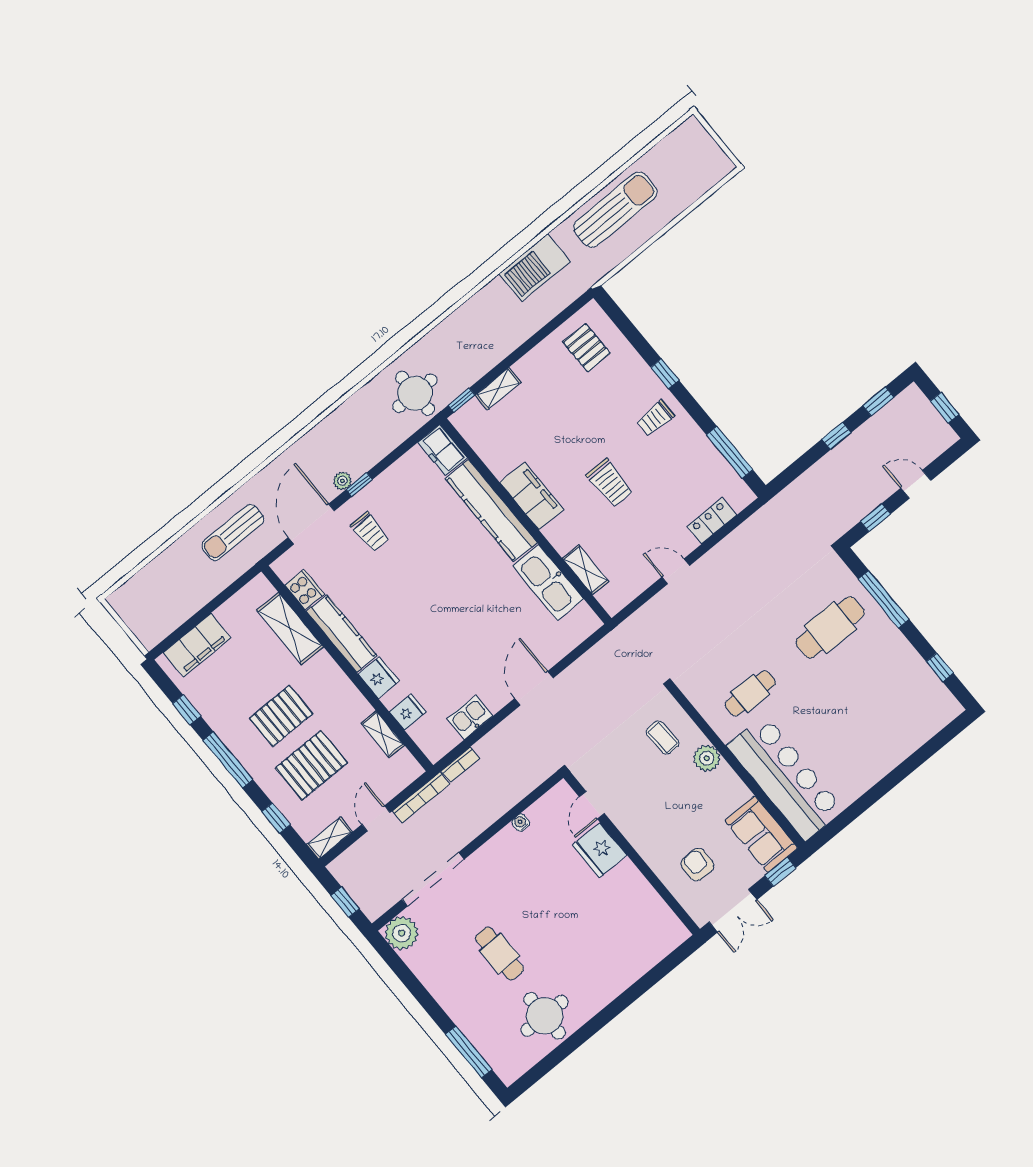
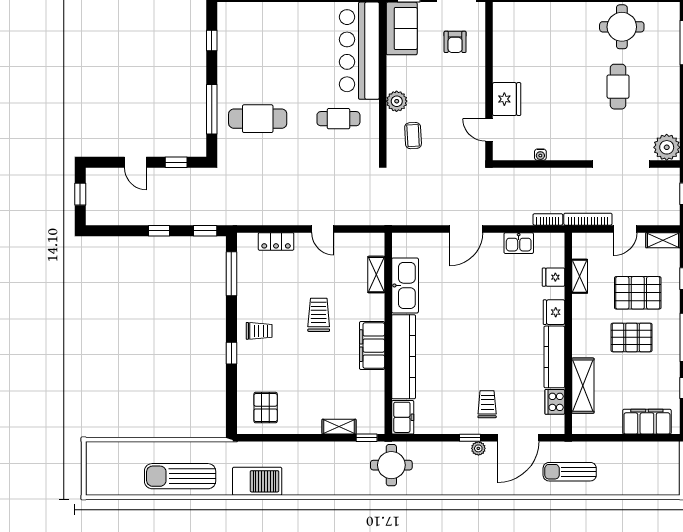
window: (878, 401) -> (205, 231), moved
sun lounger: (233, 532) -> (570, 472), turned 180
door: (592, 805) -> (489, 130), swing flipped

